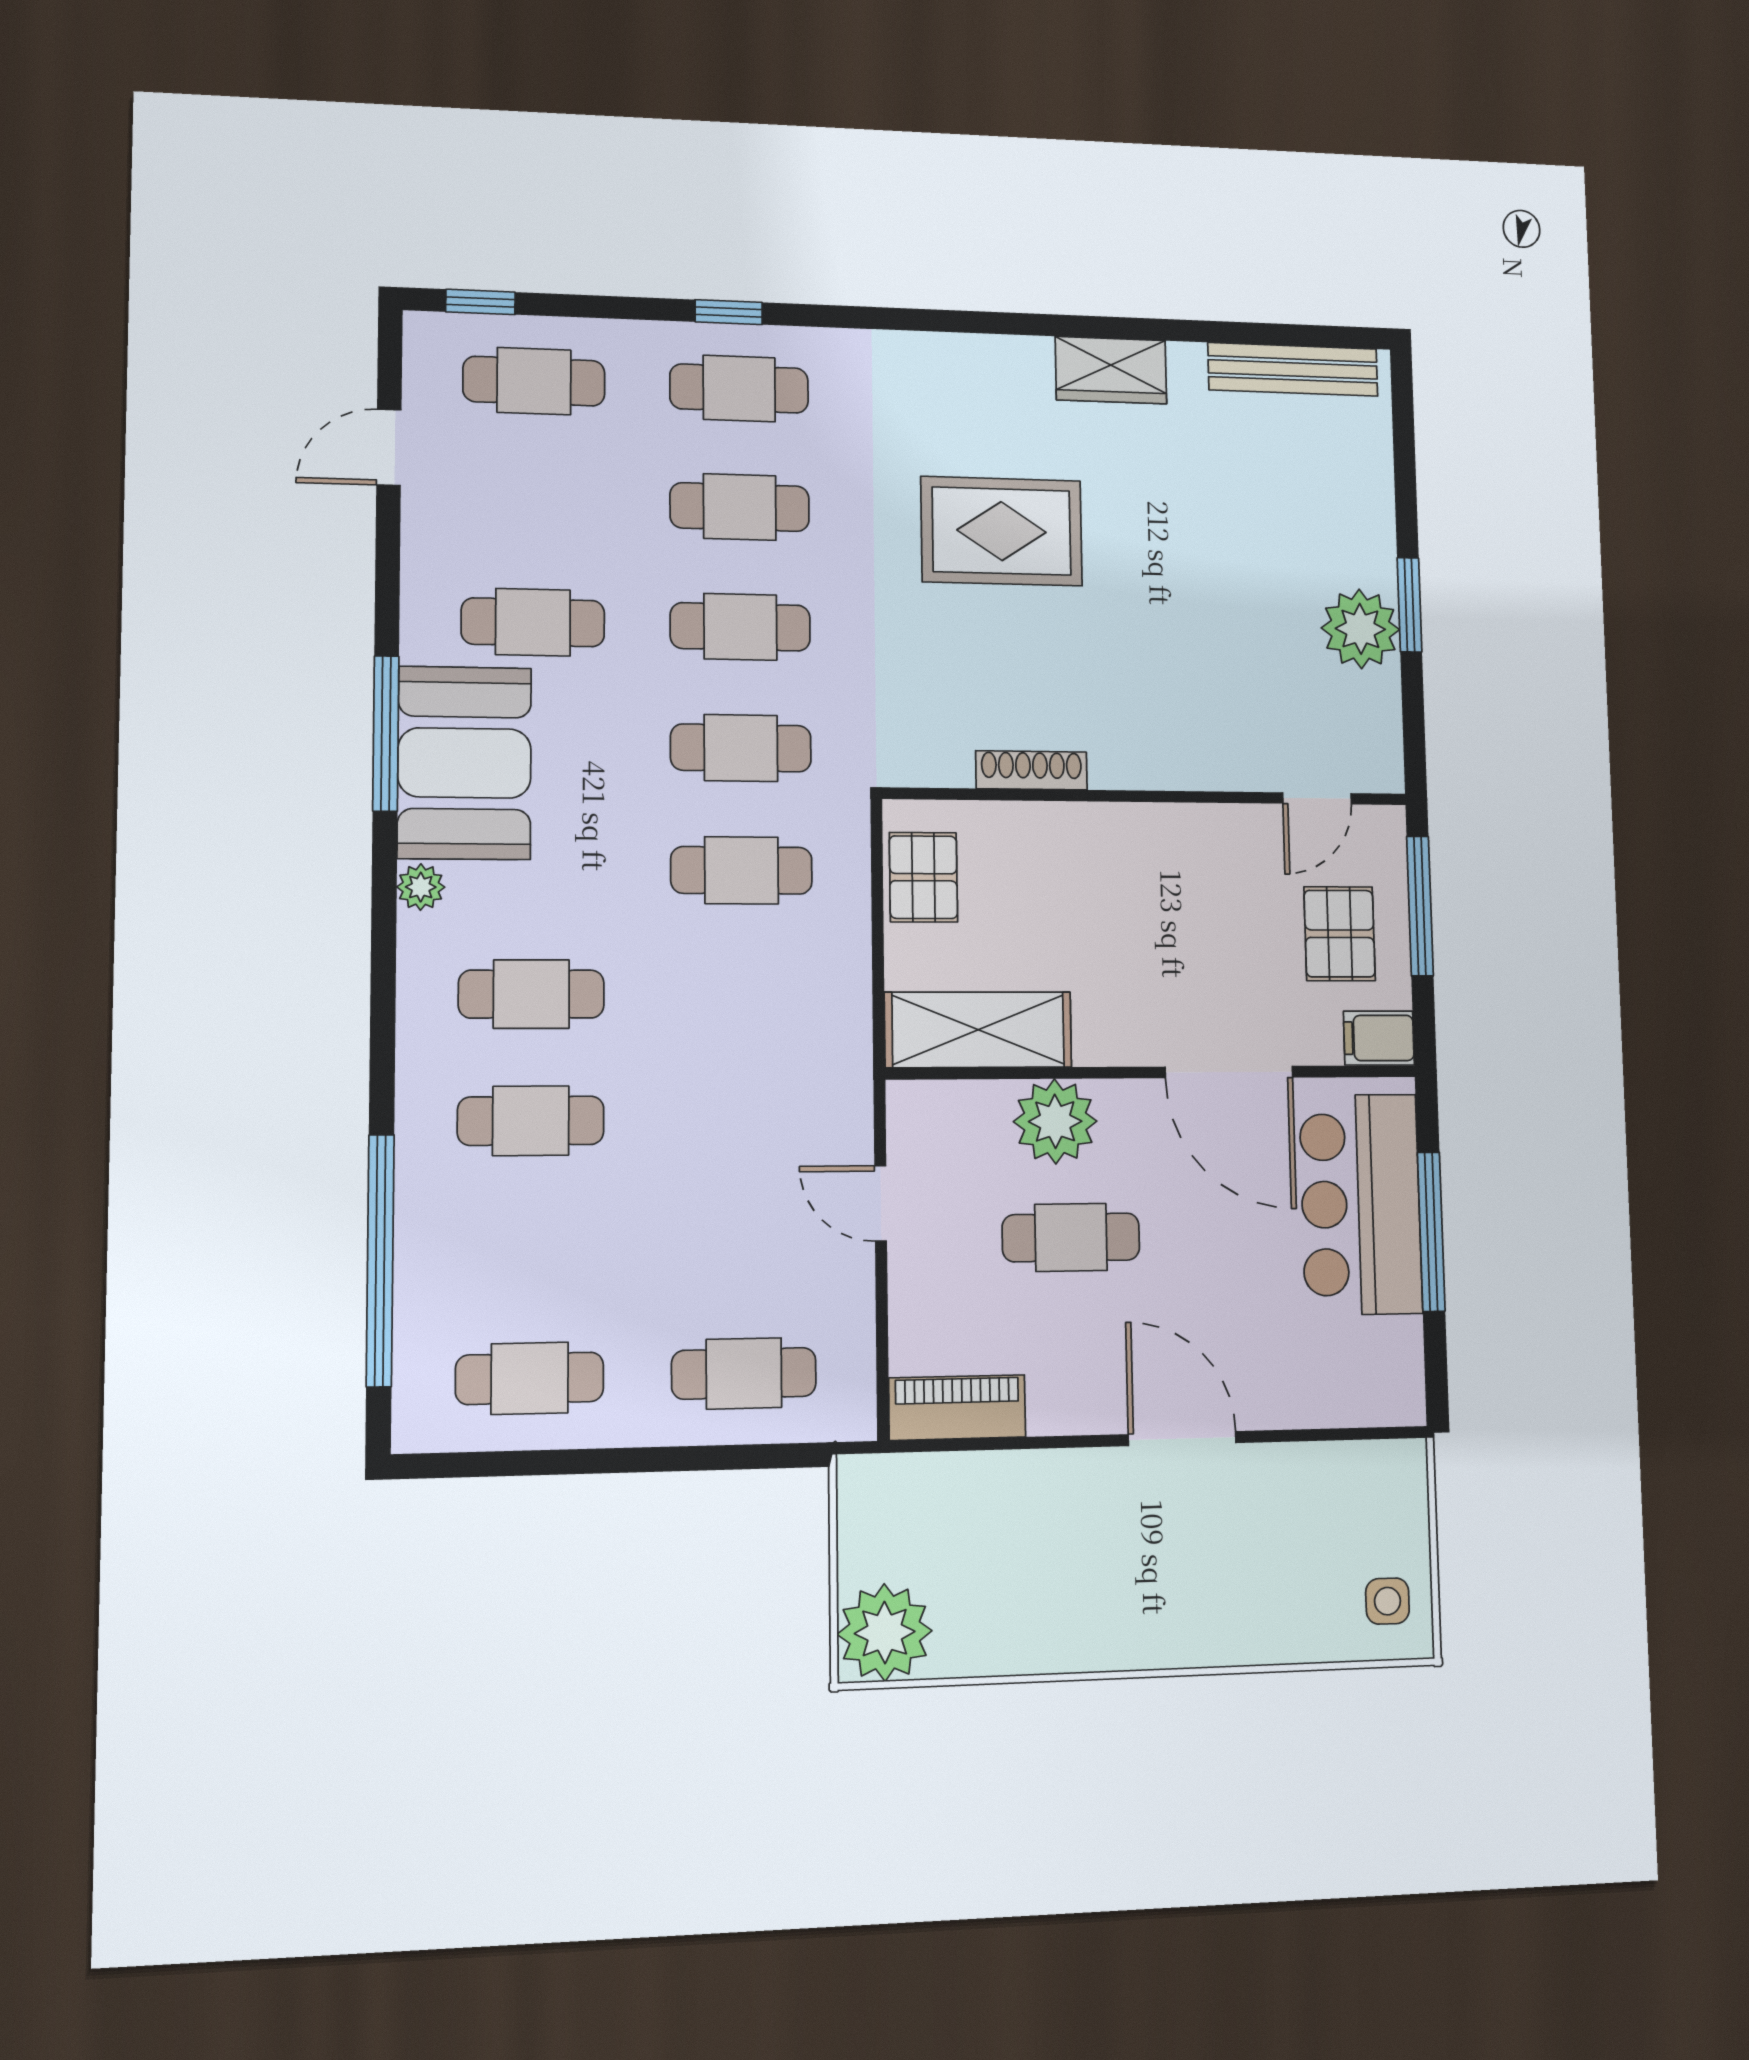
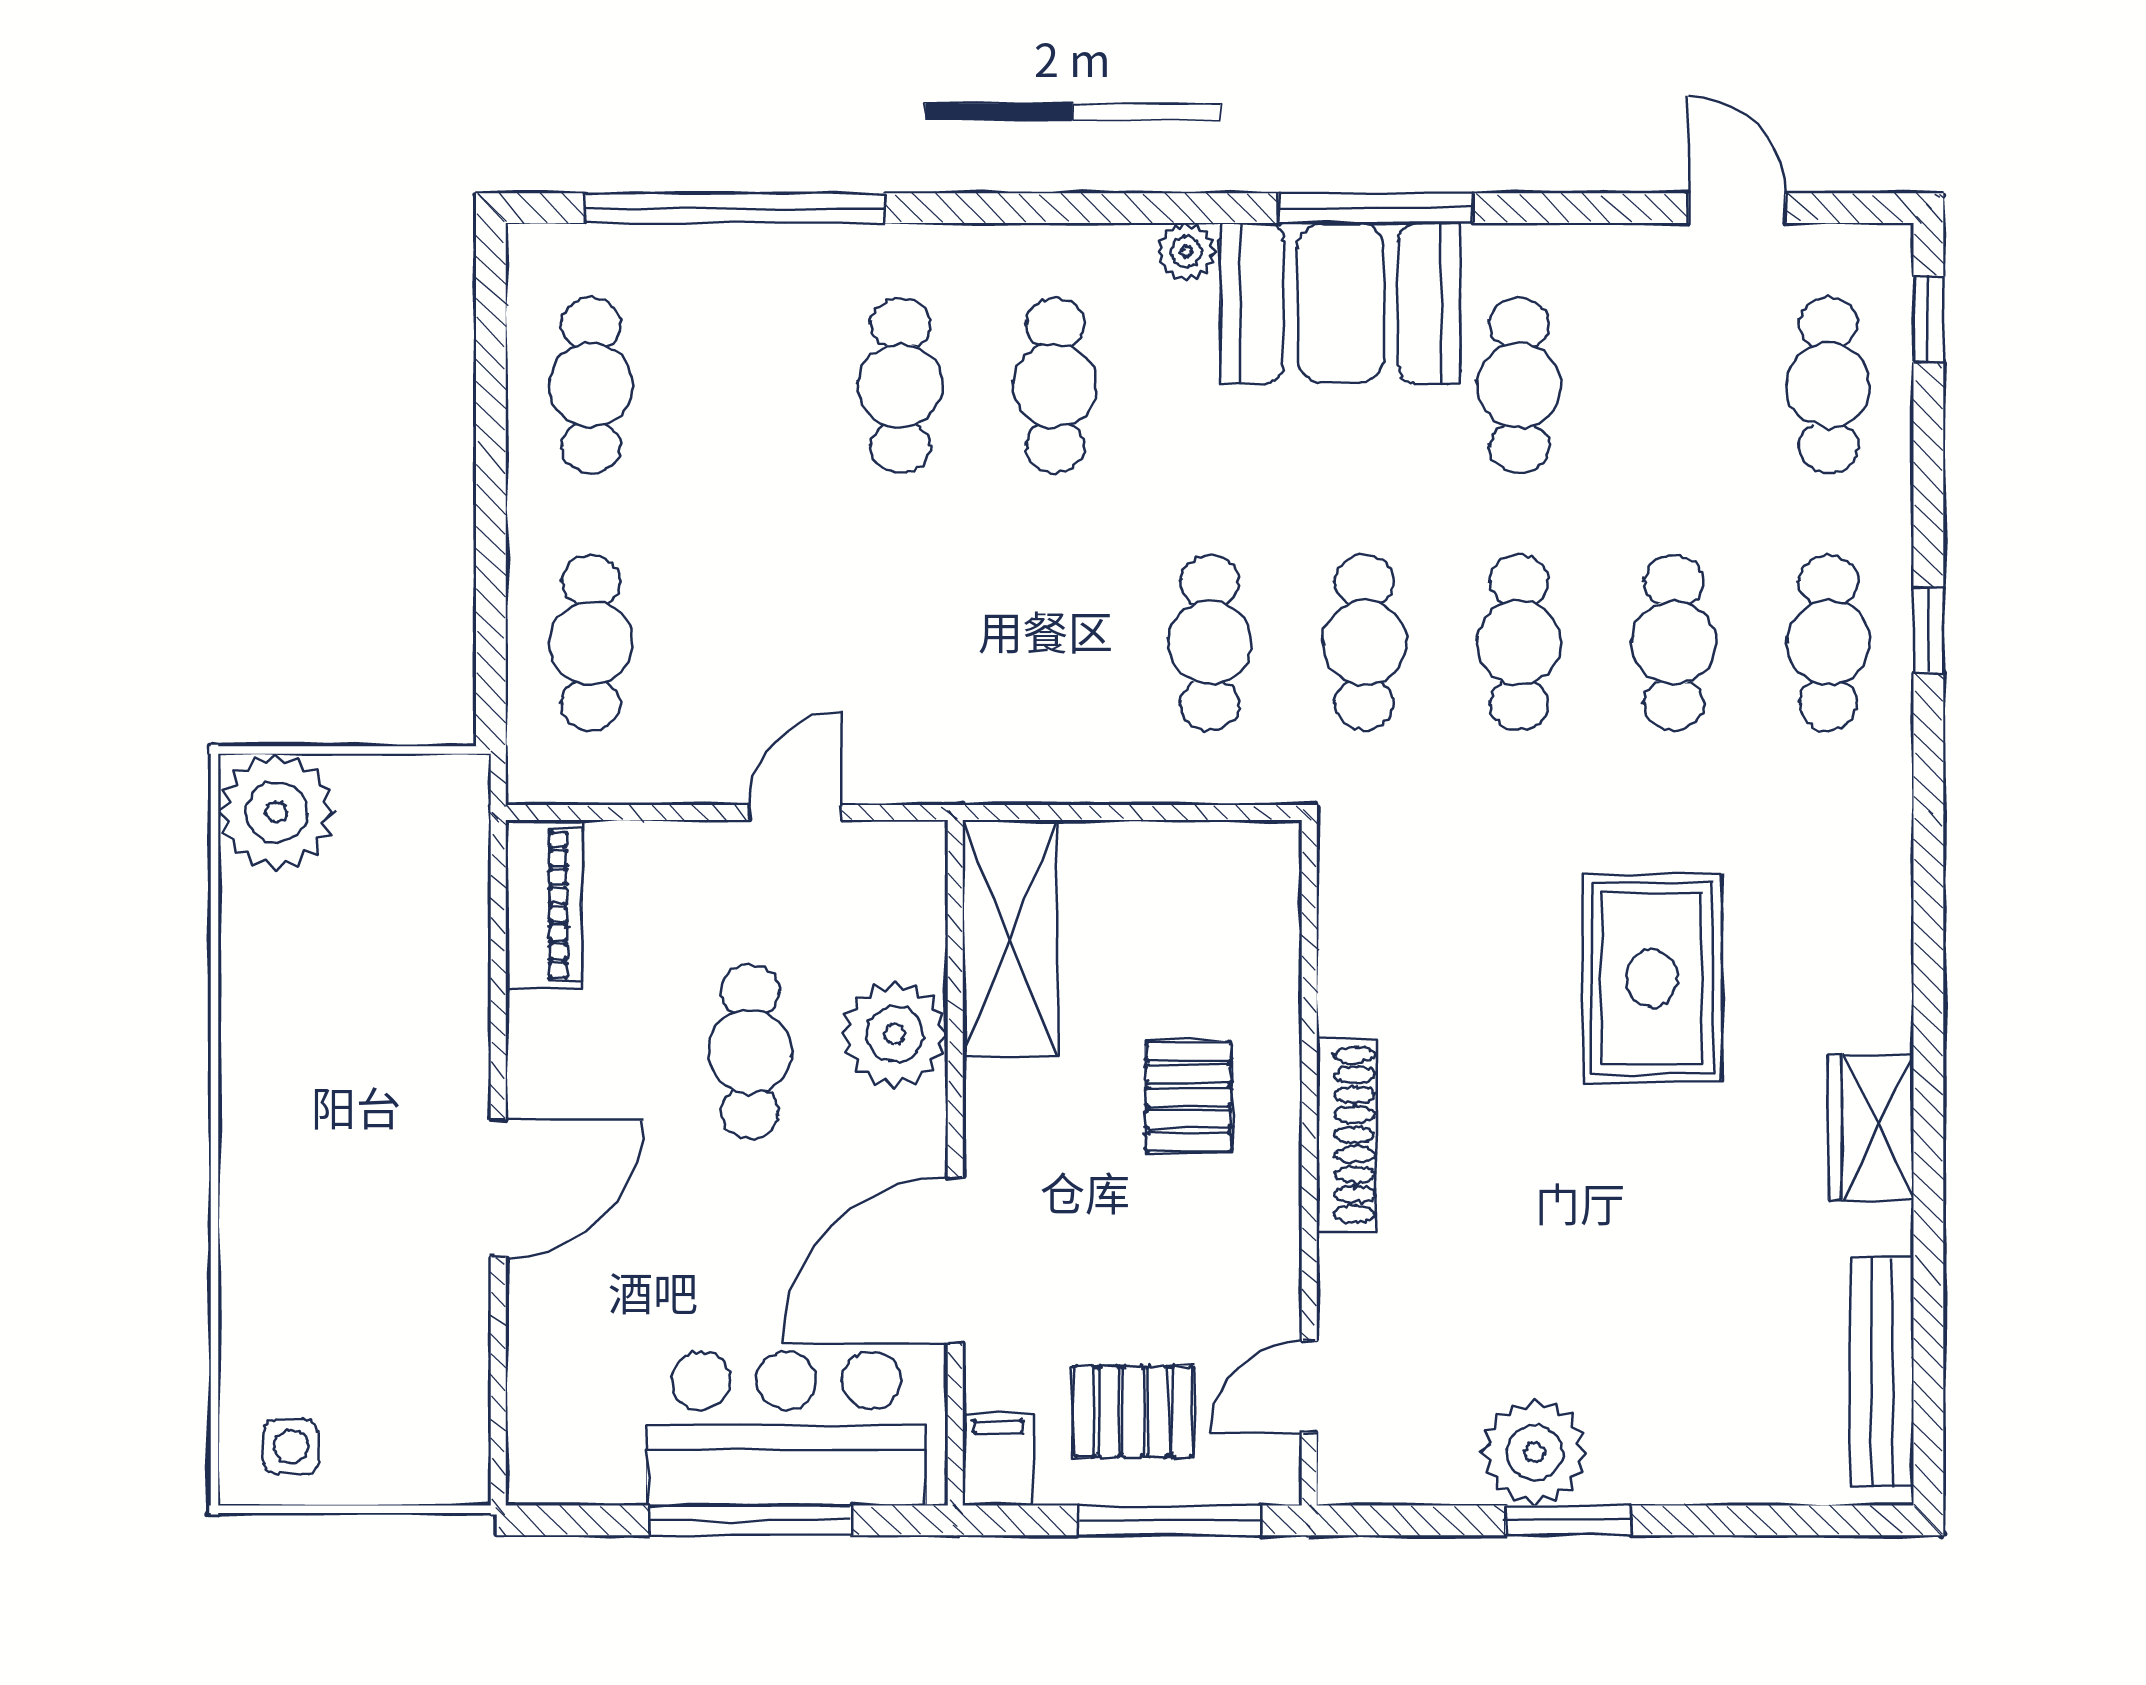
shoe rack: (1032, 770) -> (1347, 1135), moved, width x1.36, depth x1.24
door: (1317, 798) -> (1309, 1387), hinge flipped
pallet: (923, 877) -> (1189, 1097), moved, turned 90

